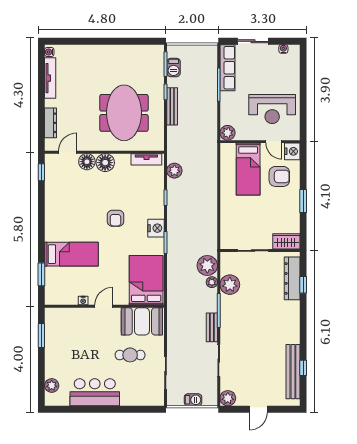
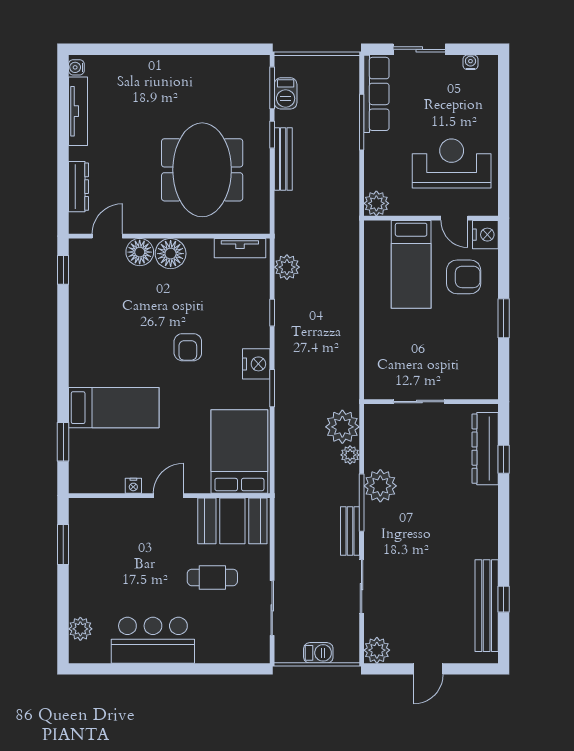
reception desk: (272, 109) -> (452, 163), turned 180
wardrobe: (286, 241) -> (475, 386), removed
plant: (230, 285) -> (380, 486), moved

